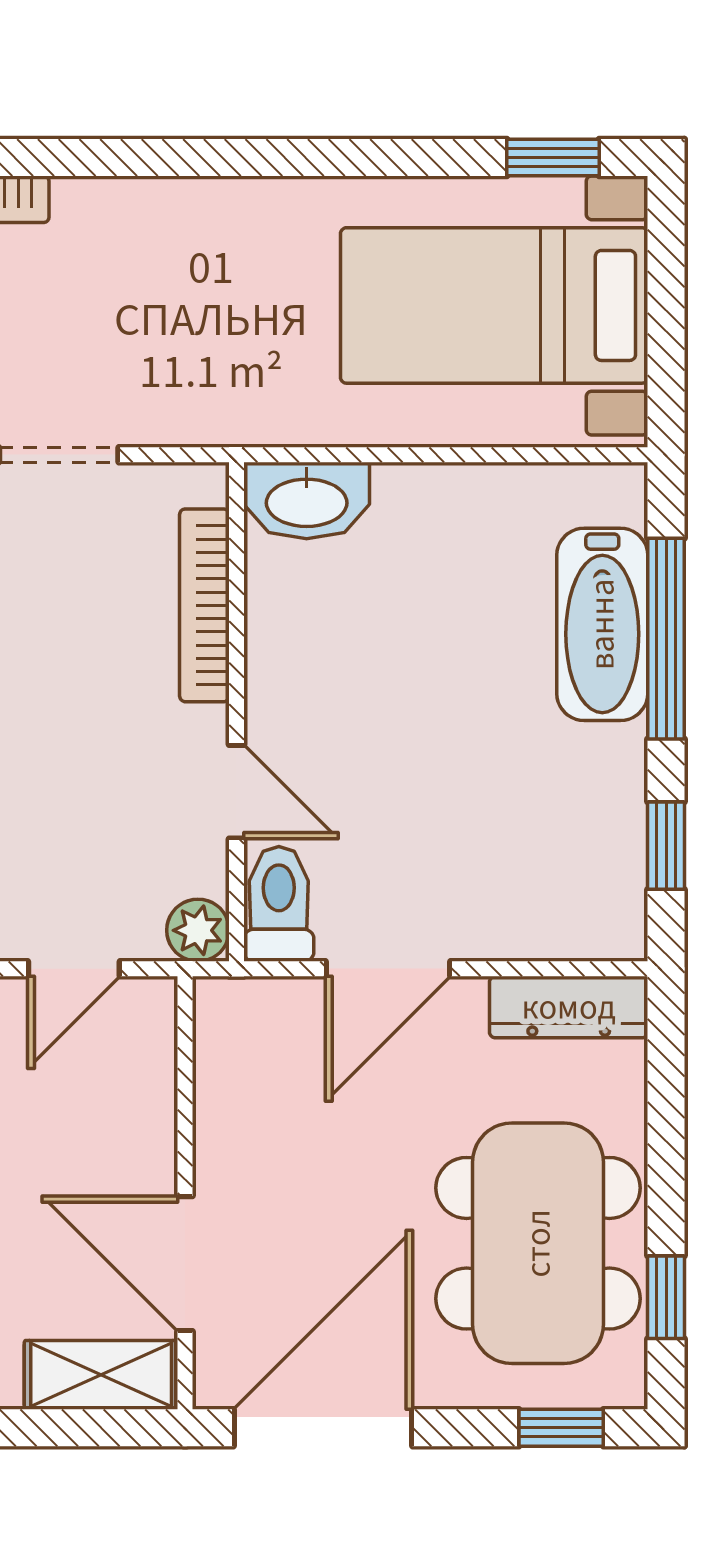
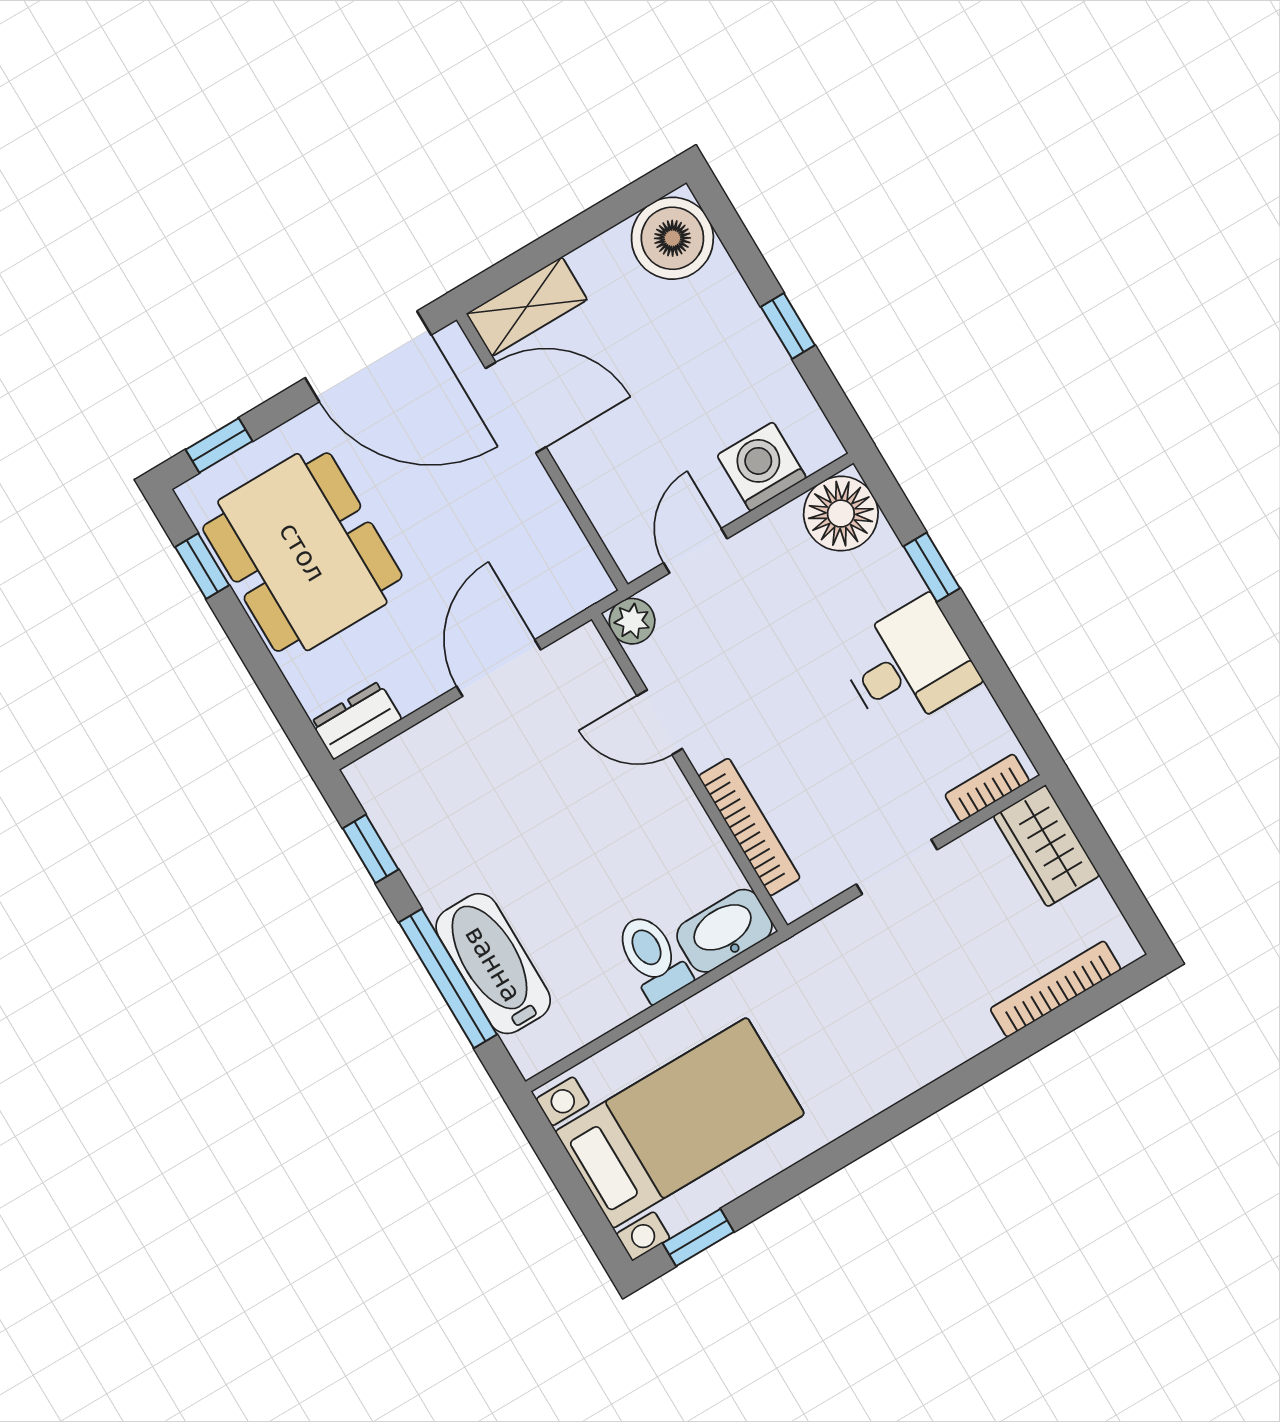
toilet: (279, 904) -> (652, 957), moved, turned 180
dresser: (569, 1007) -> (356, 720), width x0.70
door: (323, 1428) -> (368, 356), hinge flipped

